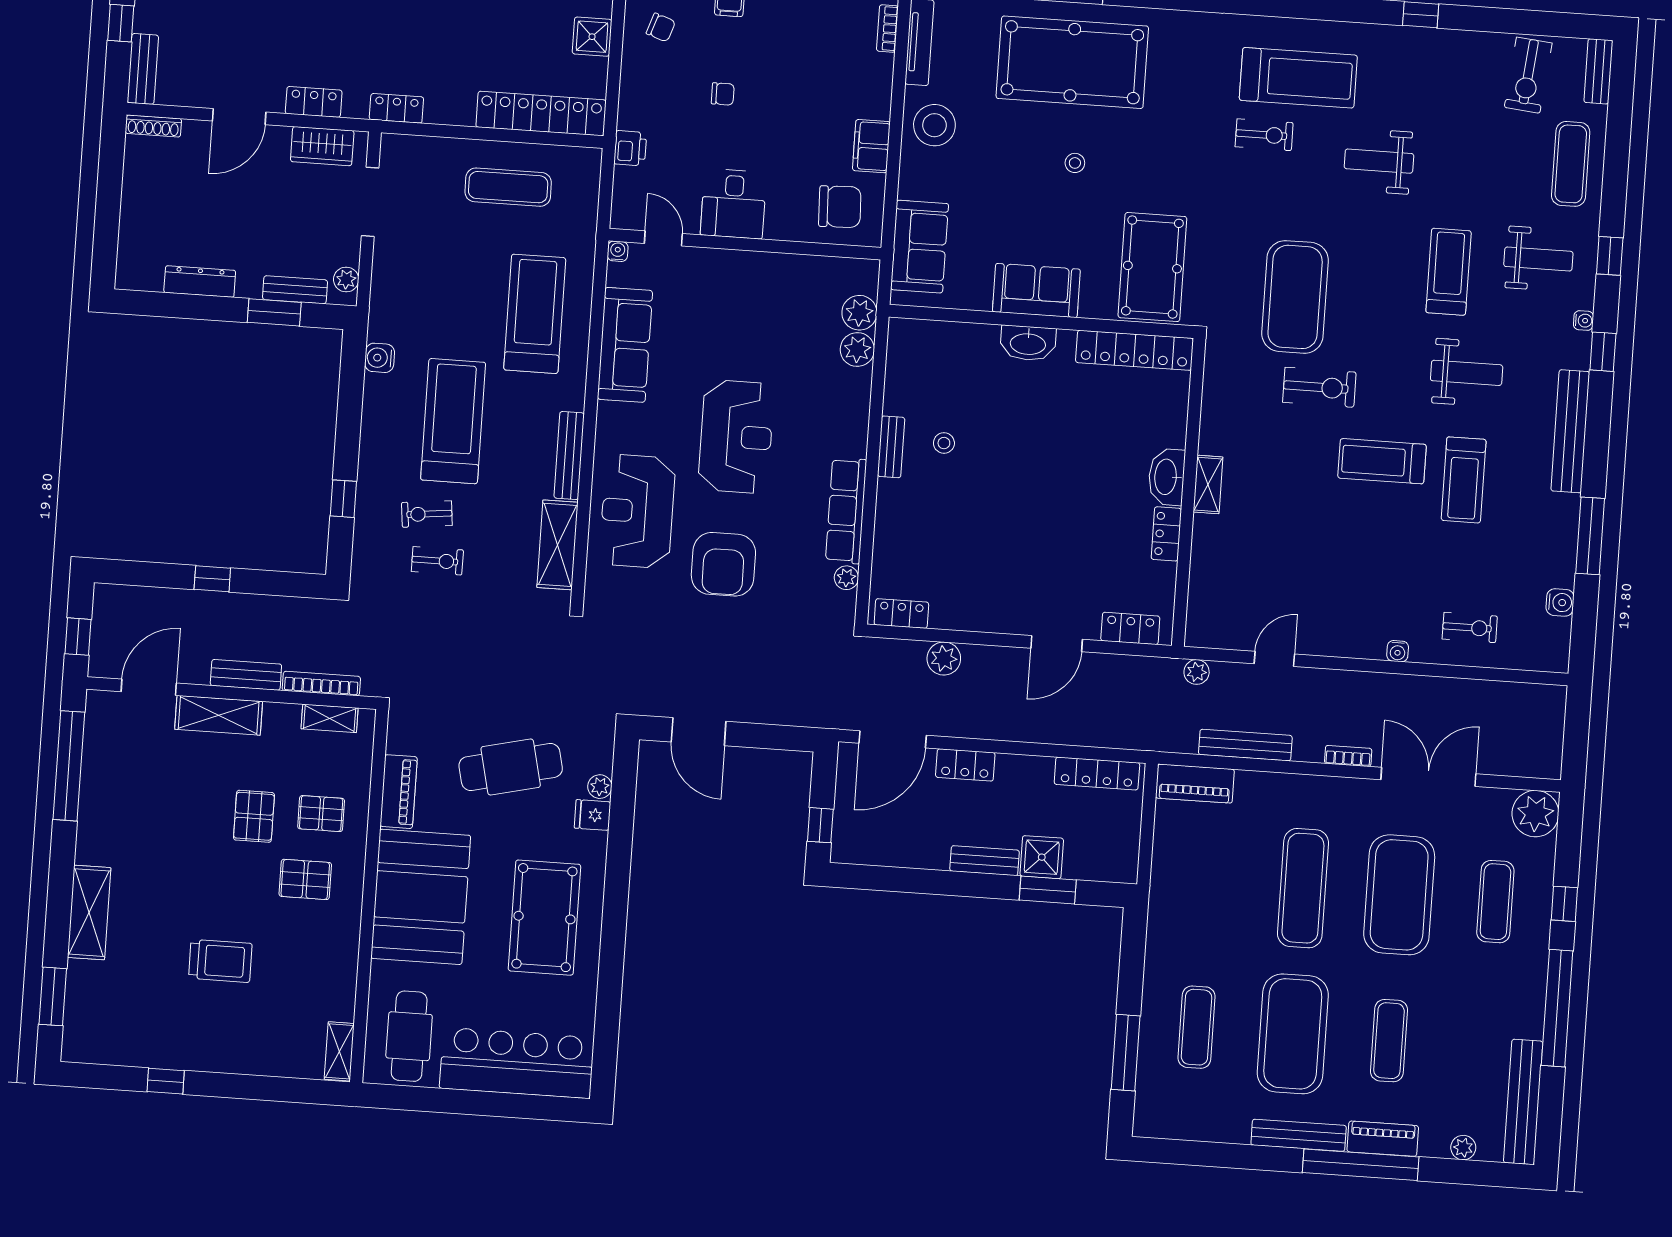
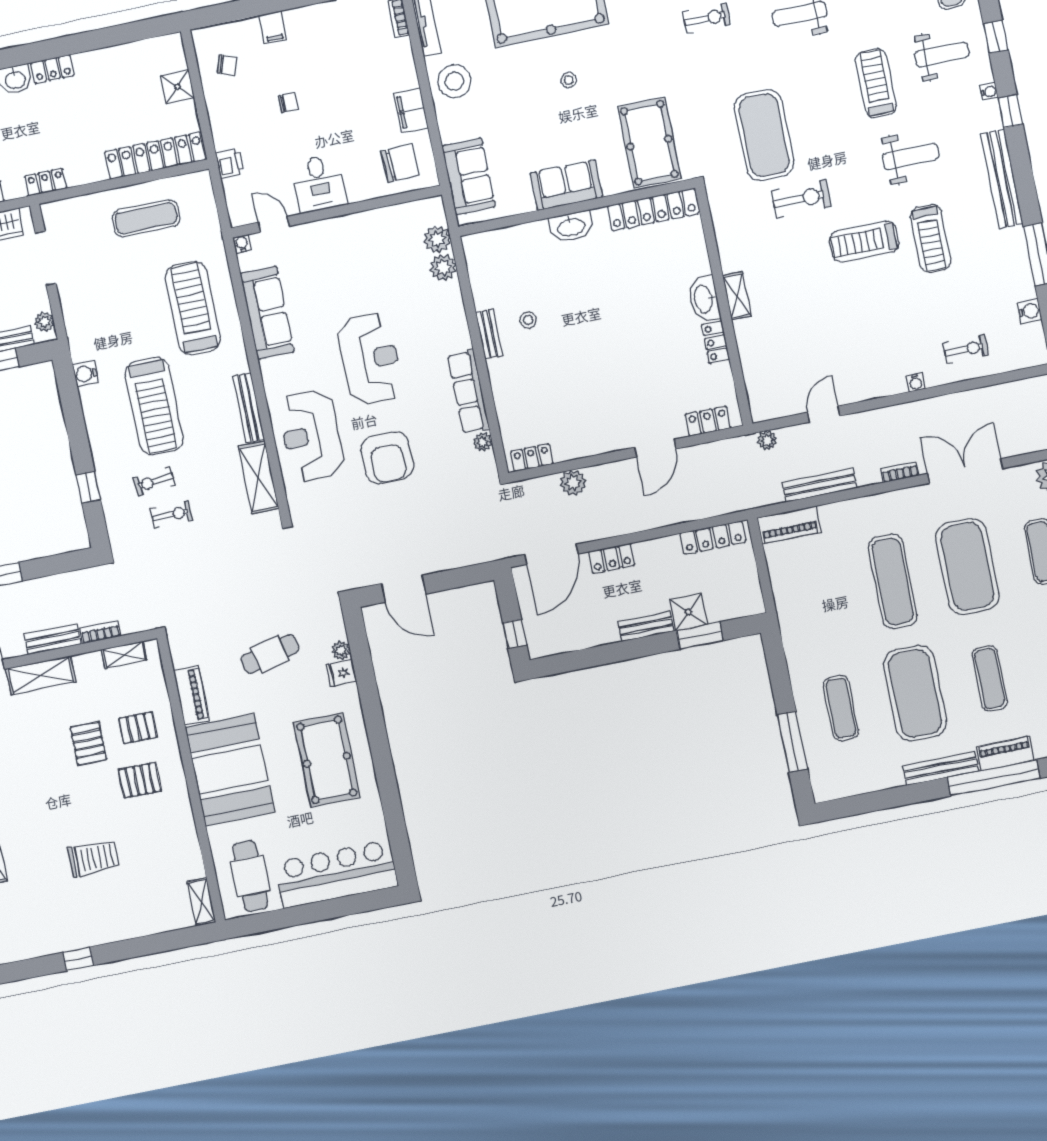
treadmill: (453, 421) -> (154, 406), turned 180
bookcase: (321, 684) -> (100, 632), width x0.64
cafe table: (511, 767) -> (270, 654), width x0.73, depth x0.74

